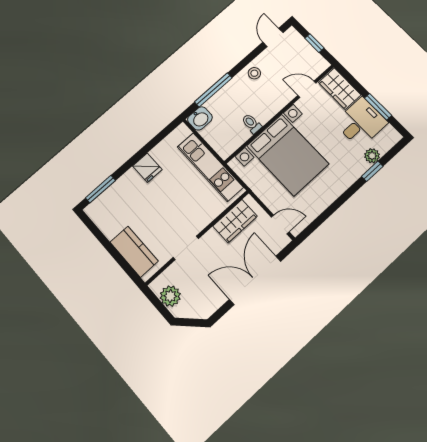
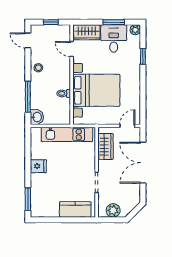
door: (307, 89) -> (72, 49), hinge flipped
plant: (372, 156) -> (135, 30), moved

